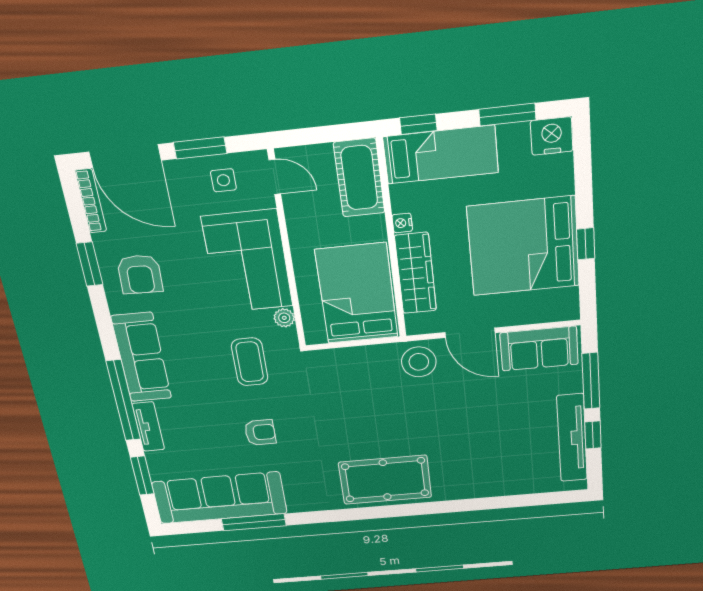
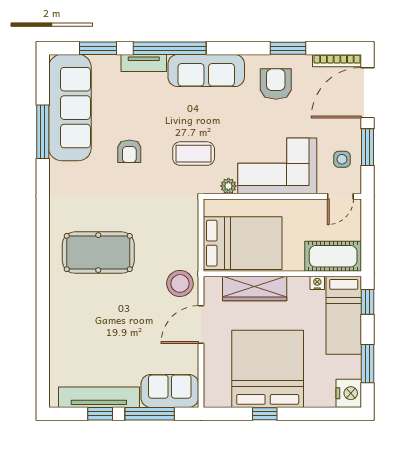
nightstand: (402, 223) -> (317, 283), moved
armchair: (140, 274) -> (276, 84), turned 88
sofa: (539, 349) -> (170, 391), moved, turned 90
pool table: (385, 480) -> (98, 253), moved, turned 90

